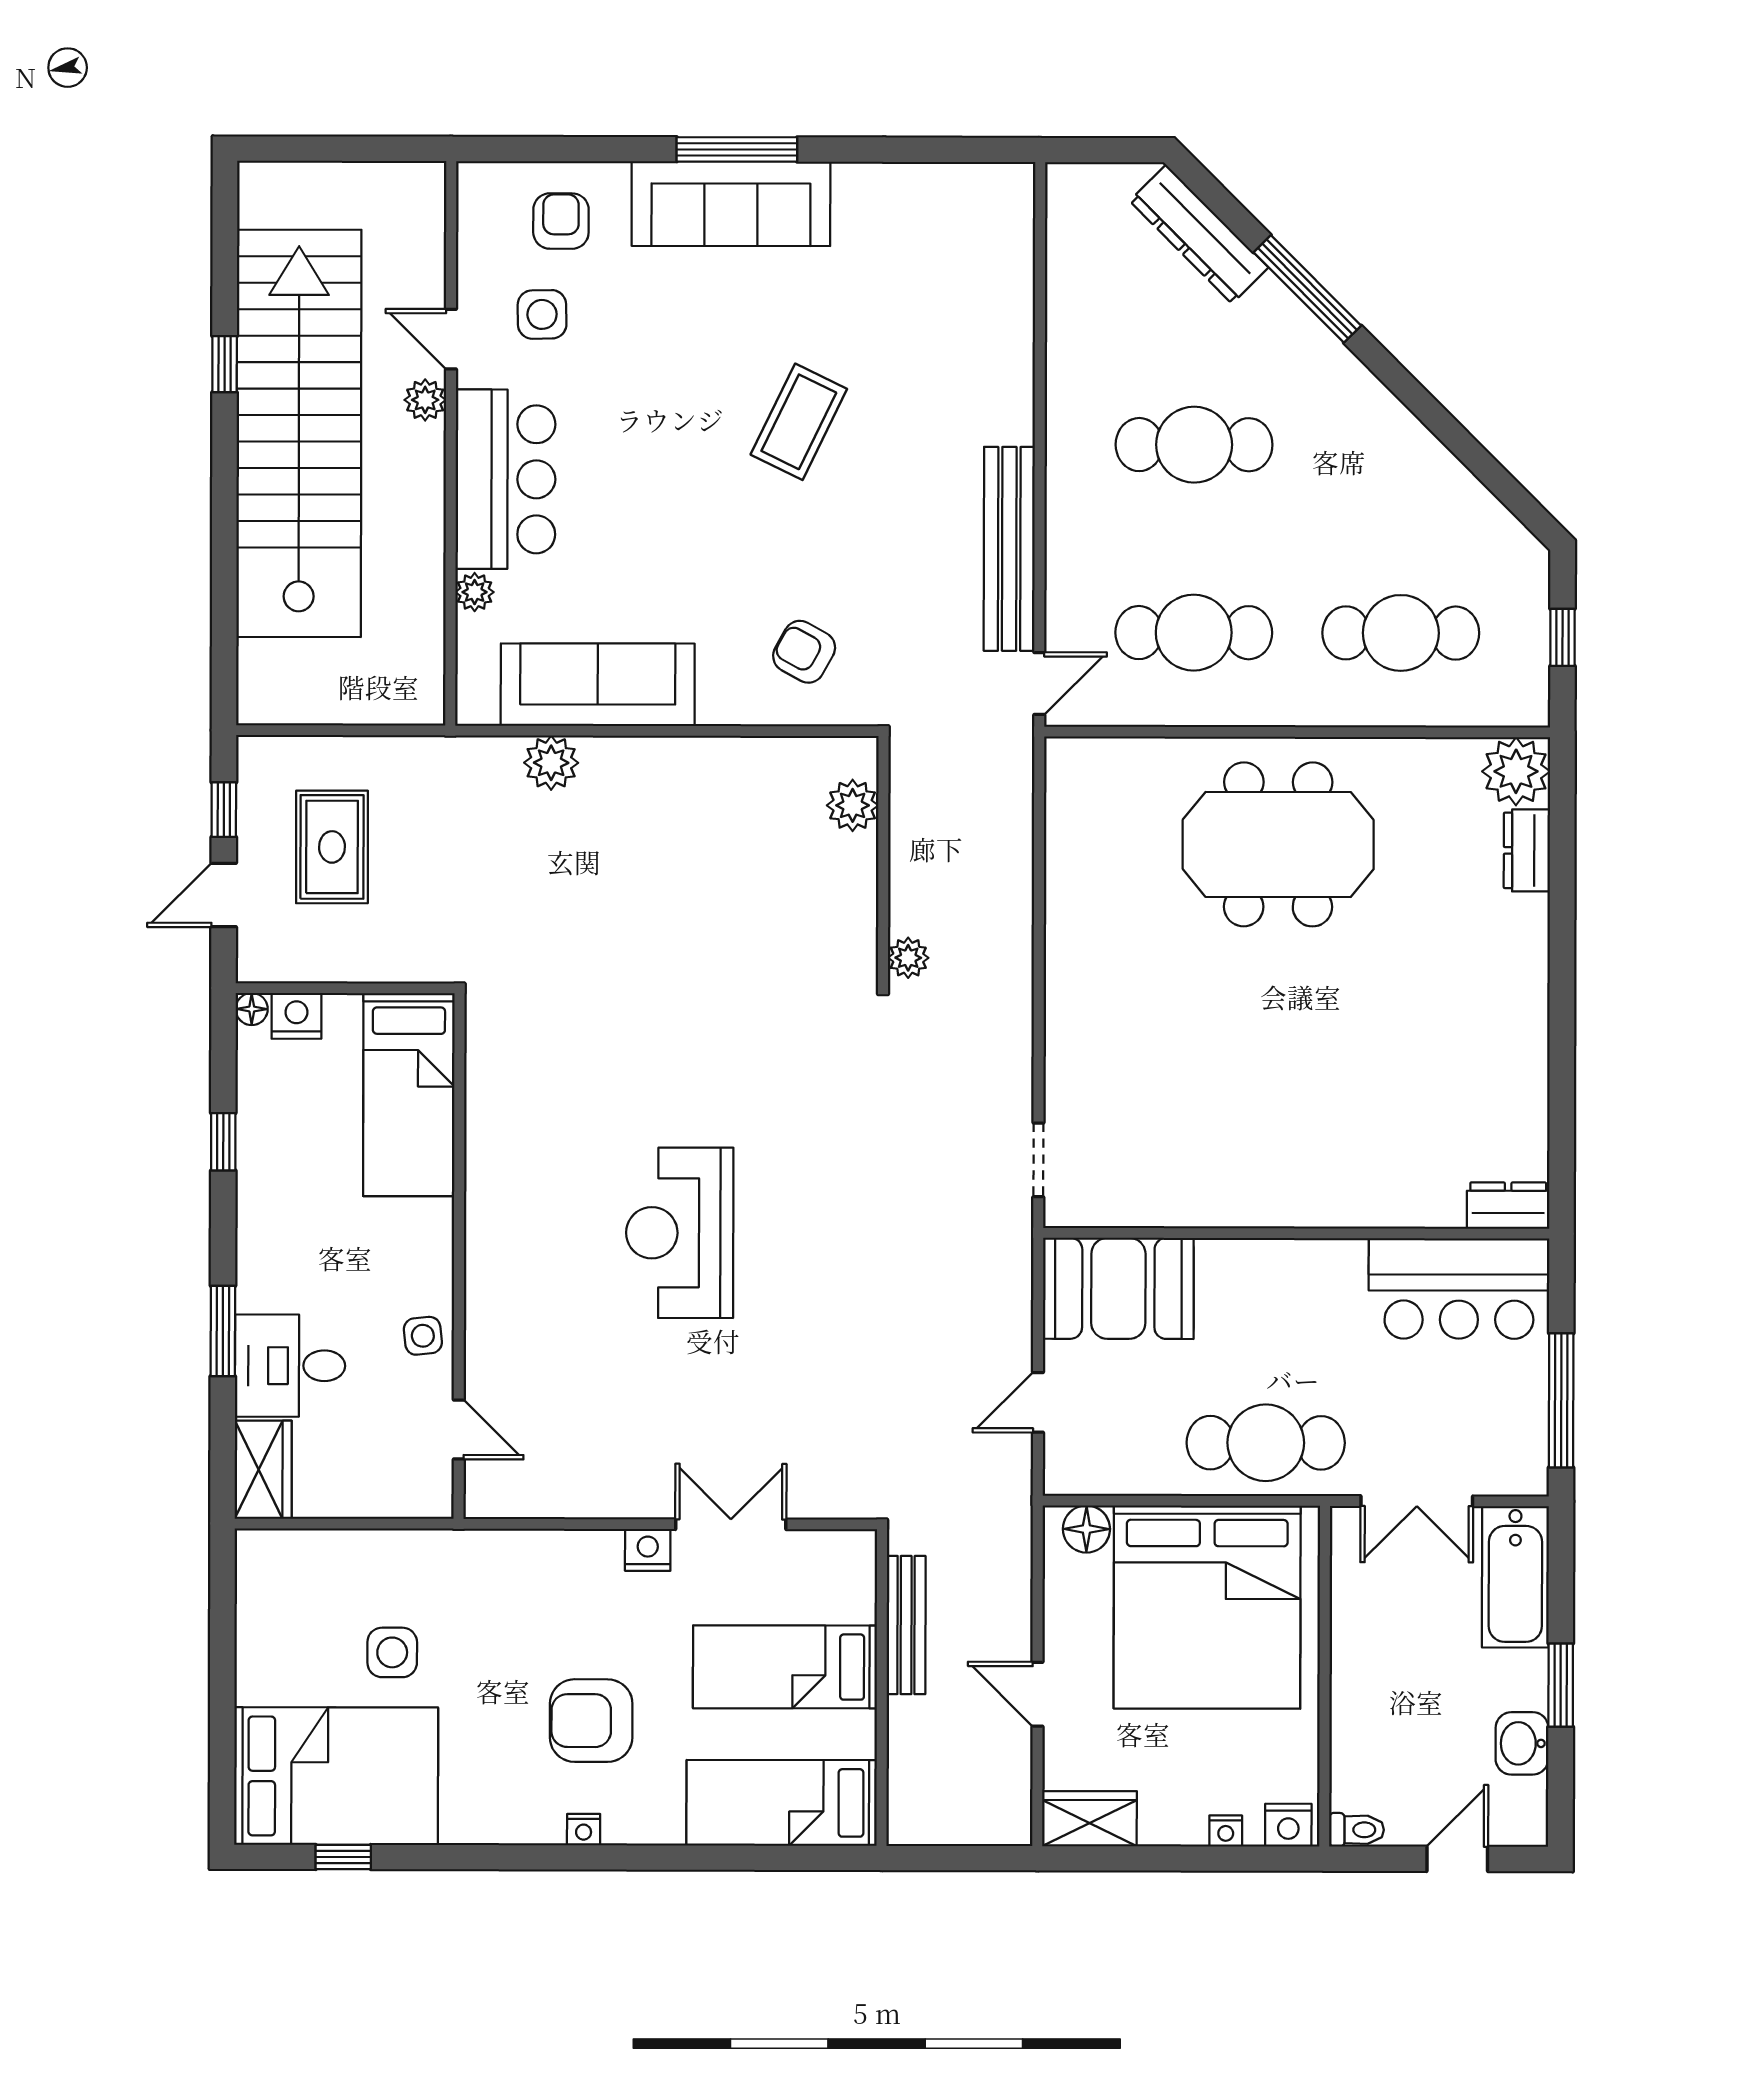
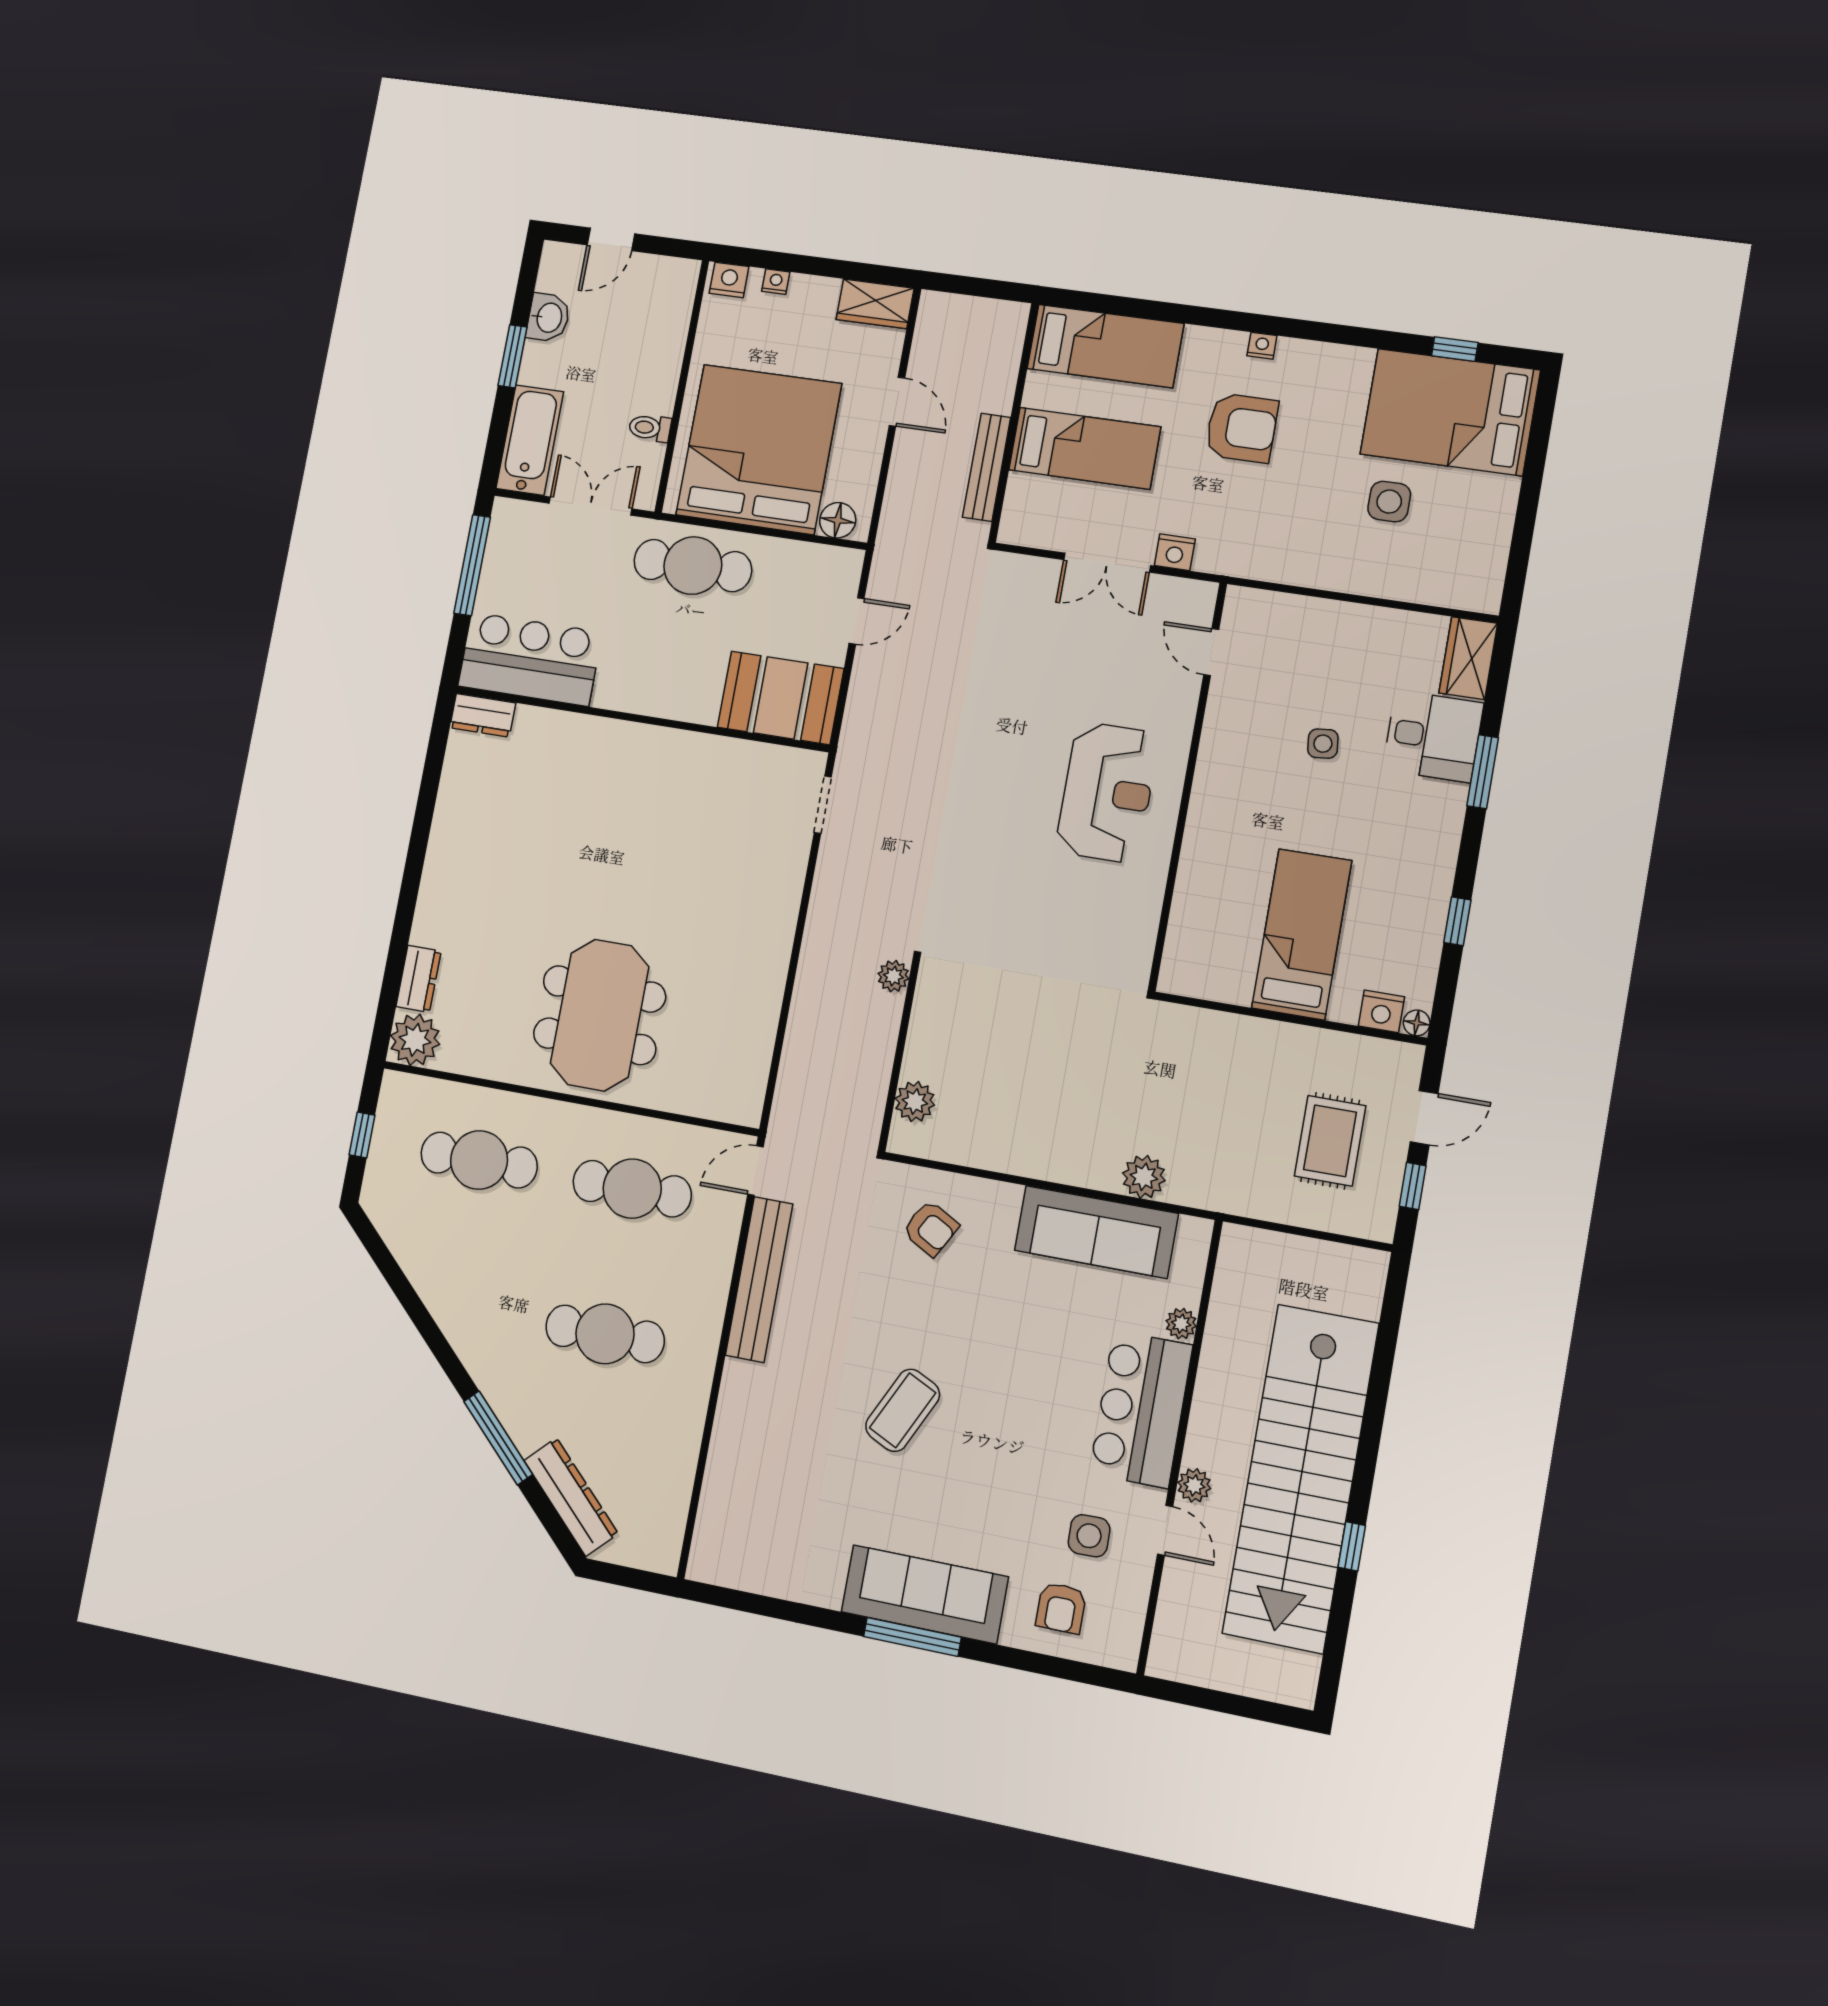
meeting table: (1278, 844) -> (600, 1015), turned 90
wall: (459, 1256) -> (1188, 786), moved
door: (459, 1429) -> (1211, 652), moved
toilet: (1357, 1830) -> (650, 428), moved

